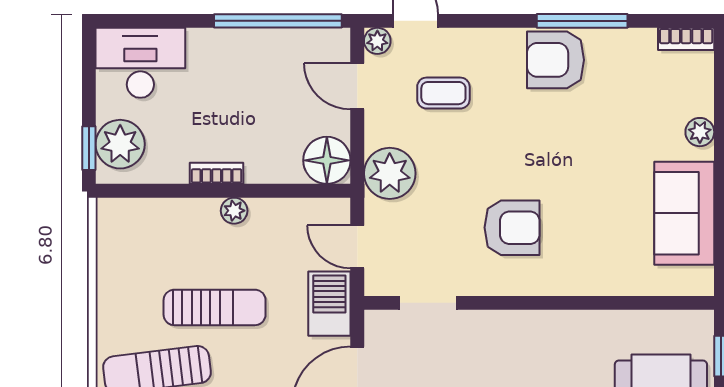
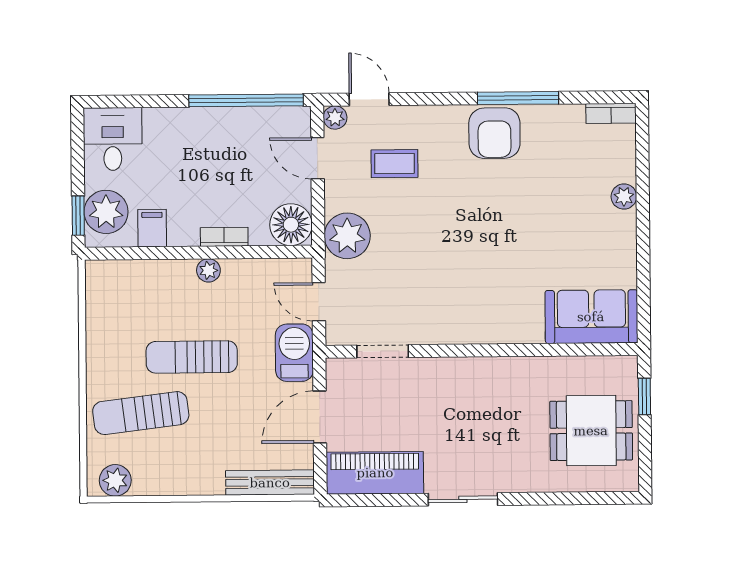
armchair: (556, 60) -> (494, 133), turned -90
desk: (140, 63) -> (113, 139), width x0.73
filing cabinet: (171, 163) -> (152, 228), added
bookcase: (217, 173) -> (224, 237), moved
sofa: (684, 213) -> (591, 317), moved, turned 90
armchair: (512, 228) -> (457, 283), removed
sun lounger: (215, 307) -> (192, 357), turned 180

